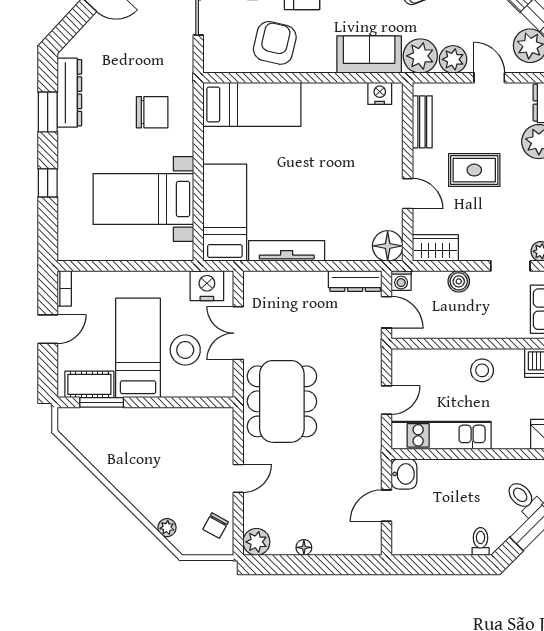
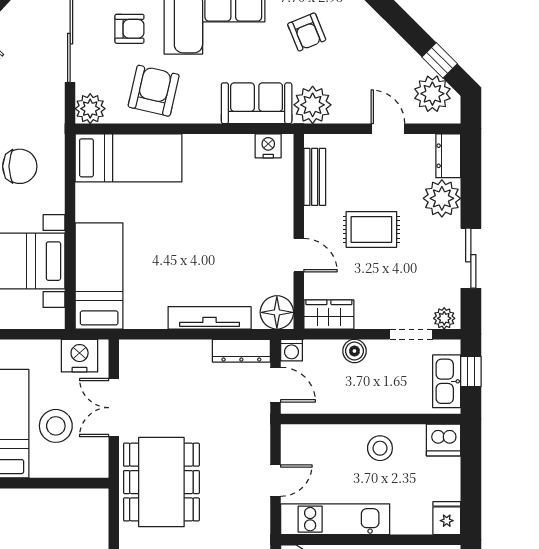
plant: (453, 59) -> (90, 109), moved
tv unit: (287, 251) -> (210, 318), moved

